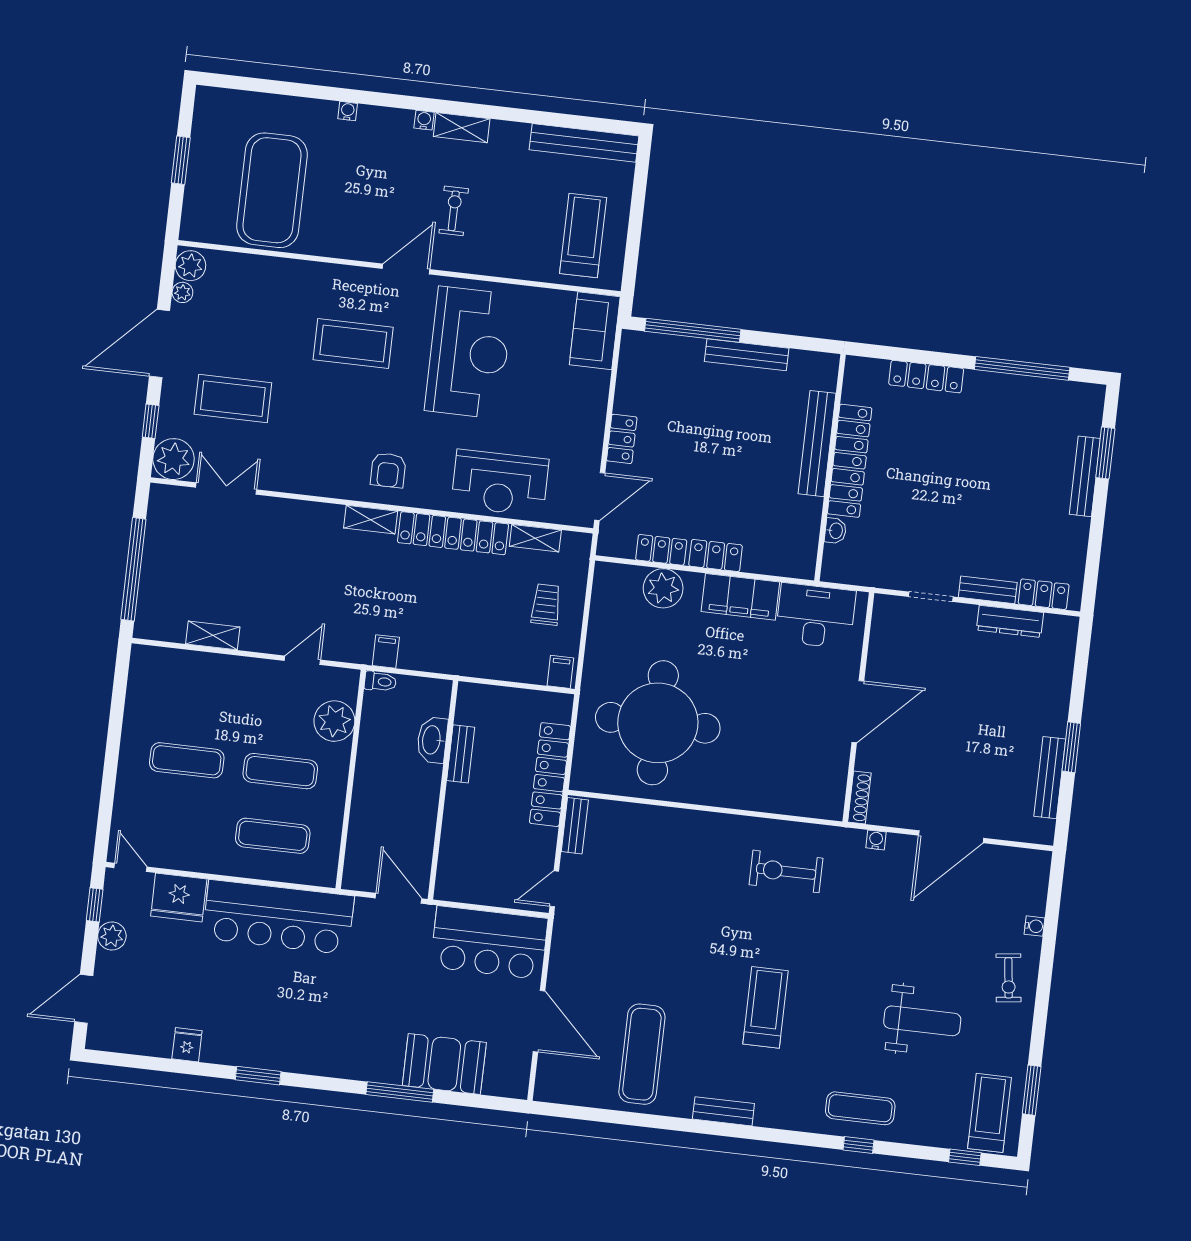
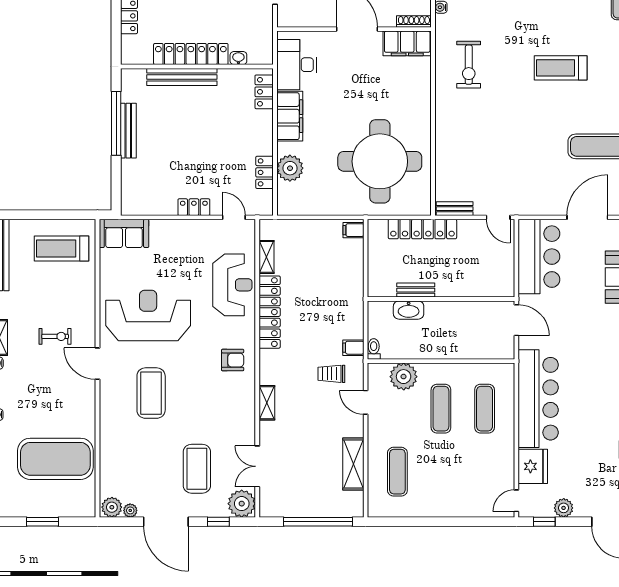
exercise bike: (454, 211) -> (55, 336), turned 180
window: (693, 330) -> (116, 123), moved
door: (600, 497) -> (234, 217), width x0.73
shelving: (371, 520) -> (267, 403), moved
locker: (716, 556) -> (264, 92), moved
trolley: (546, 605) -> (331, 374), moved
shelving: (213, 635) -> (353, 464), width x1.50, depth x1.33
exercise mat: (187, 760) -> (397, 472), moved
filing cabinet: (828, 784) -> (407, 43), added
door: (399, 898) -> (516, 320), swing flipped

